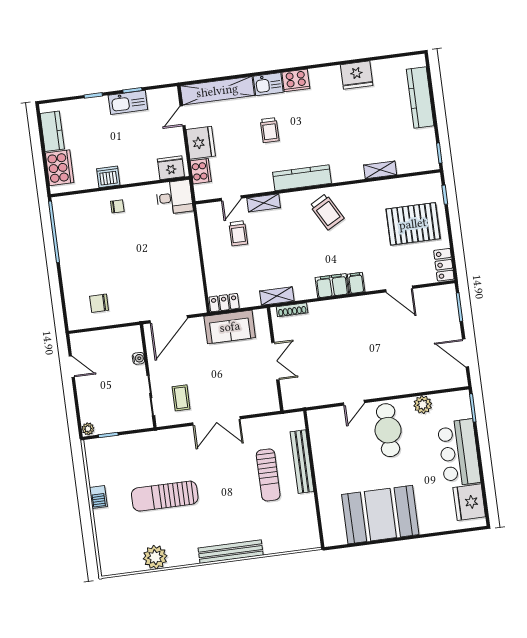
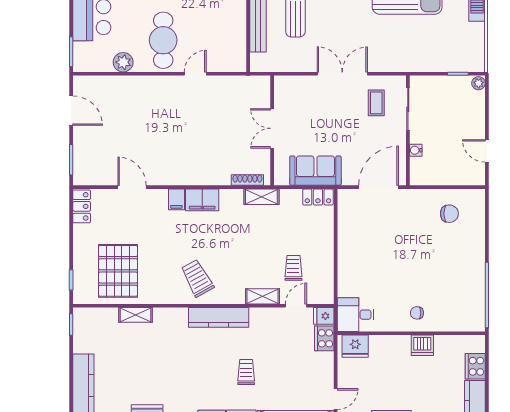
fridge: (201, 143) -> (324, 316), moved, width x0.53, depth x0.75
cooker: (60, 168) -> (475, 366), width x0.73, depth x0.76
pallet: (413, 224) -> (118, 271), moved, turned 90

